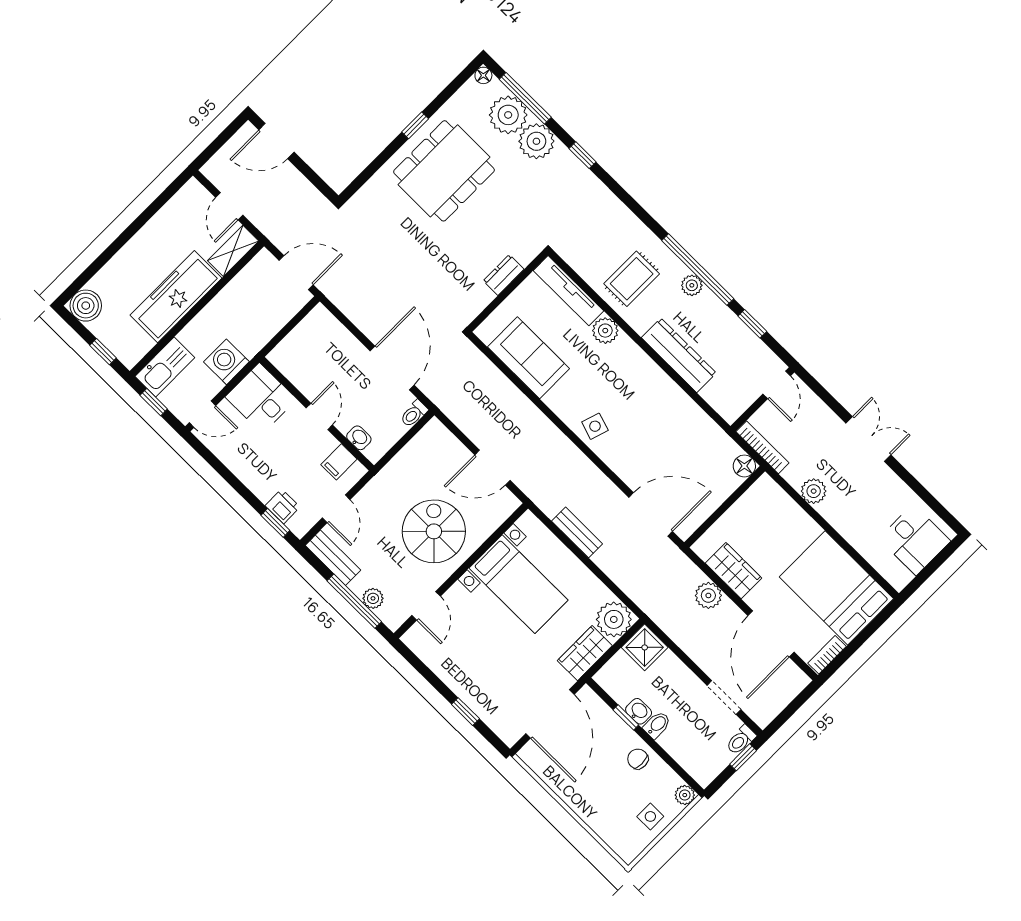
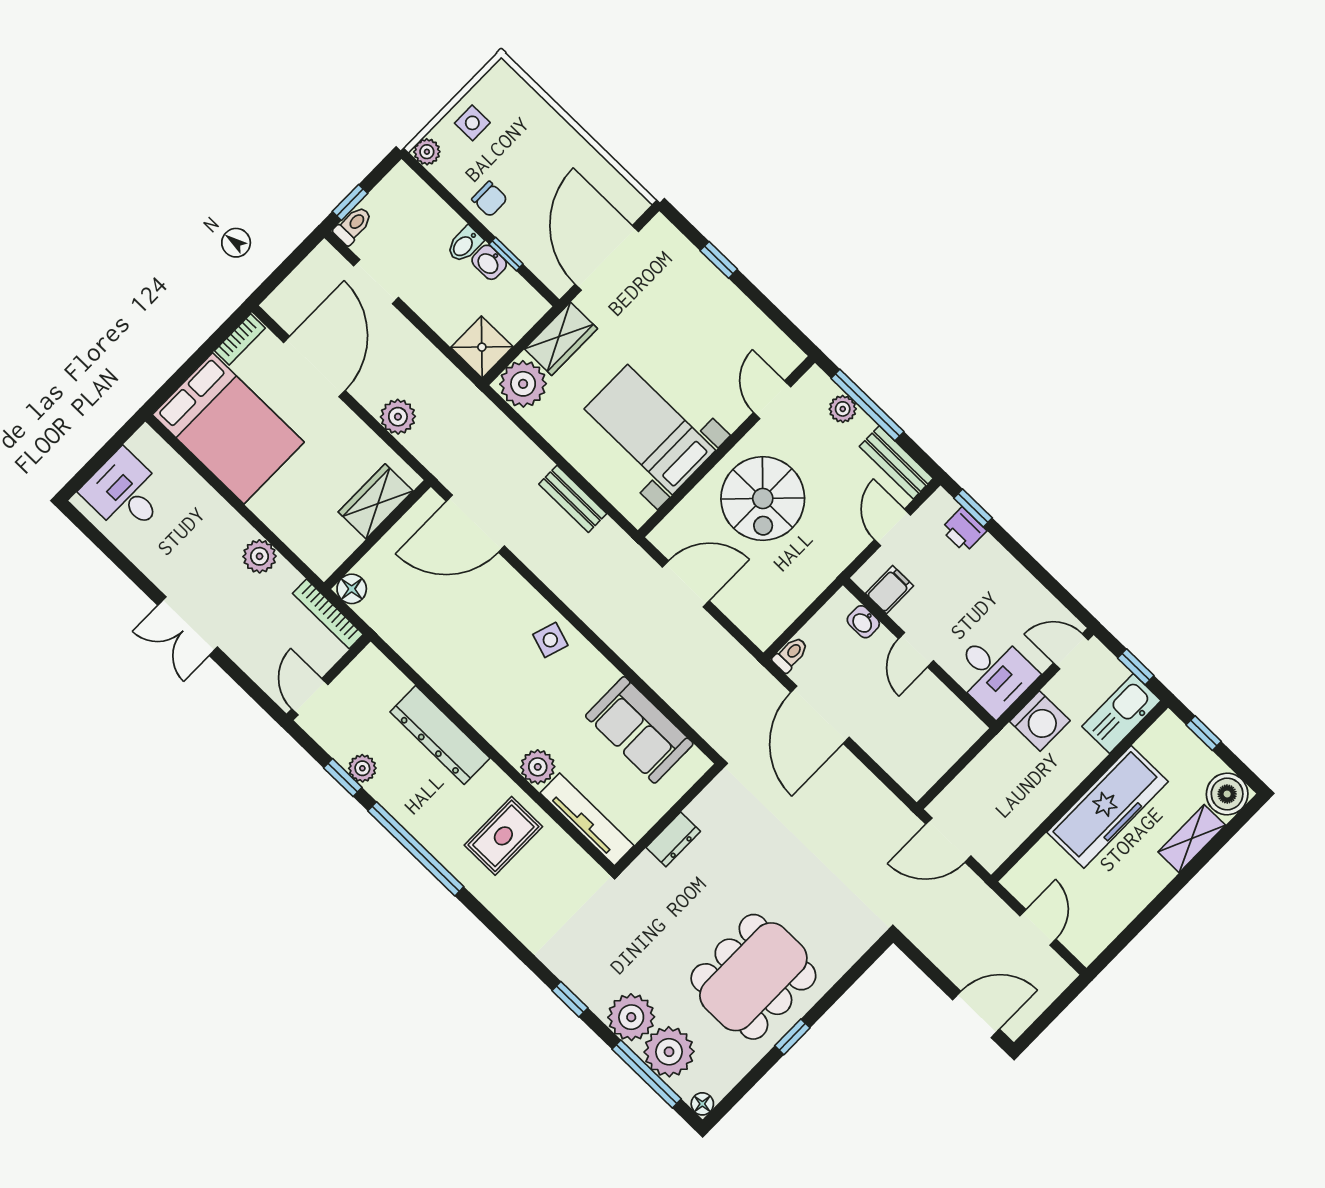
shelving: (233, 251) -> (1192, 839), moved
plant: (692, 285) -> (362, 768), moved
wardrobe: (733, 571) -> (376, 501), moved, turned 90

